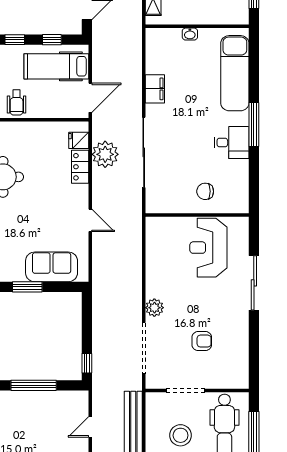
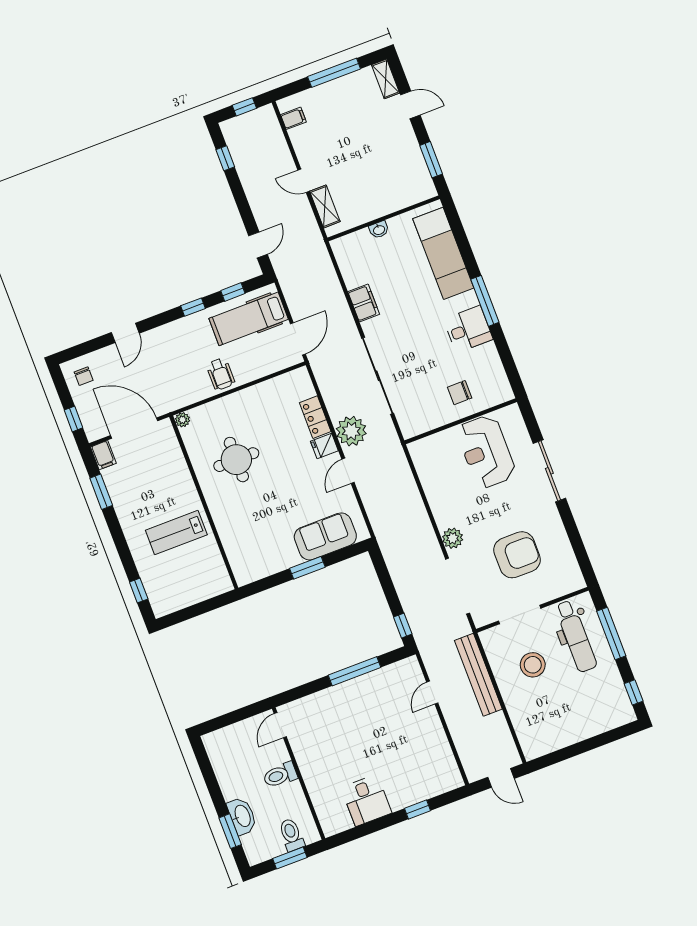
fridge: (79, 140) -> (324, 446), moved
plant: (105, 154) -> (351, 431), moved
door: (90, 220) -> (348, 471), swing flipped
armchair: (202, 341) -> (517, 555), width x1.88, depth x1.88

